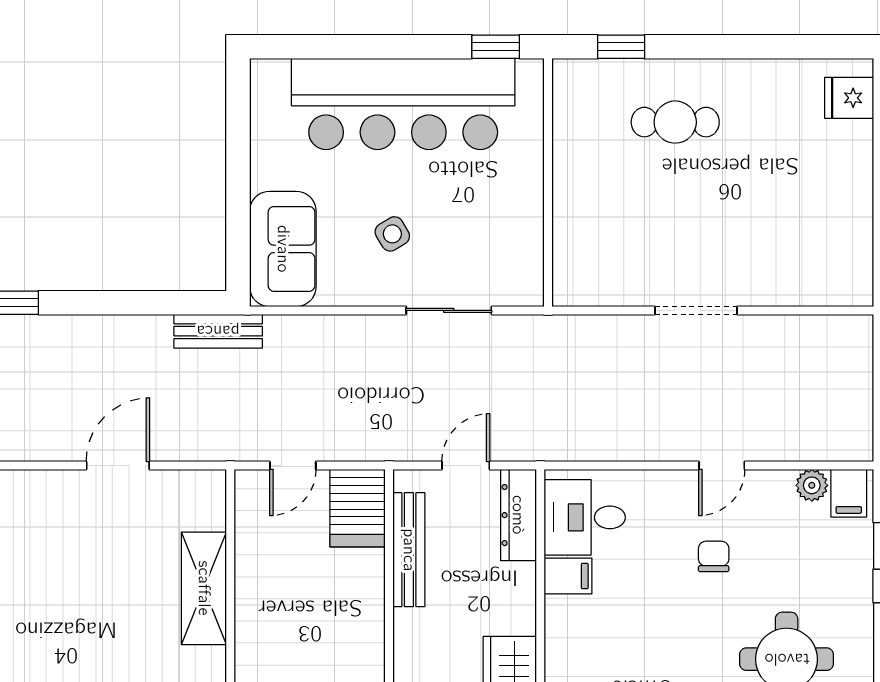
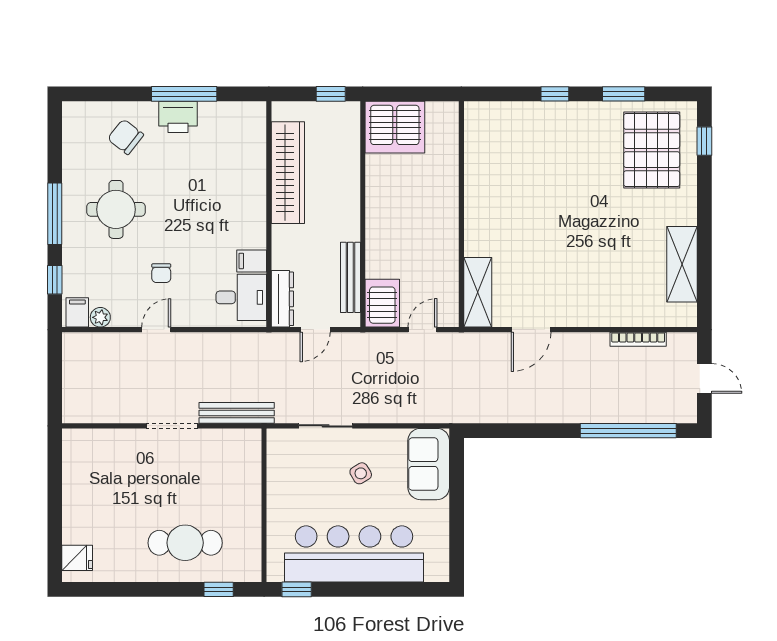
cafe table: (675, 122) -> (185, 543), width x1.37, depth x1.35
bench: (218, 331) -> (237, 413), moved, width x1.36
shelving: (204, 588) -> (478, 292), moved

